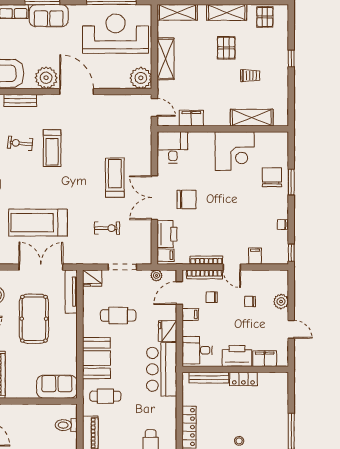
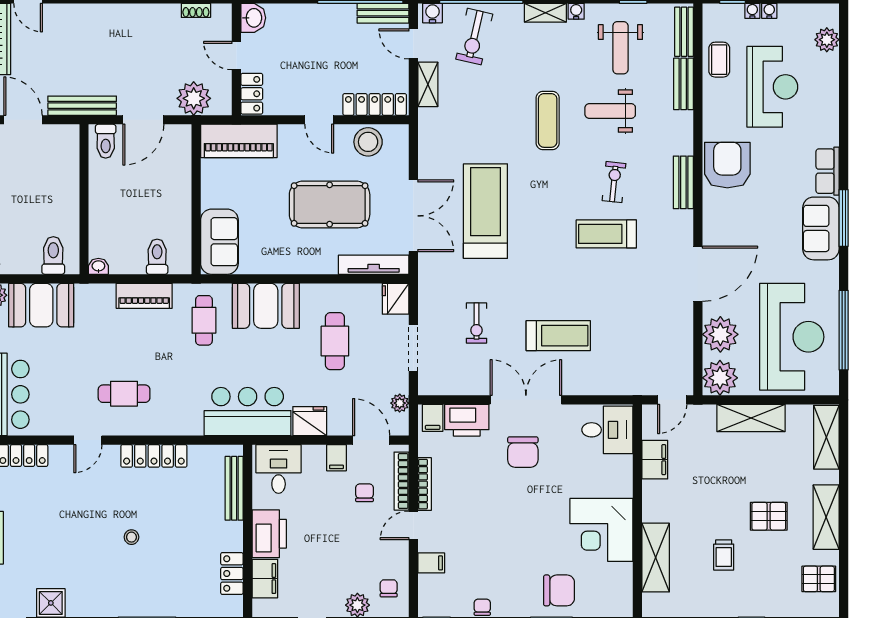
plant: (46, 78) -> (720, 334), moved
chair: (250, 302) -> (389, 588), moved
locker: (243, 379) -> (232, 574), moved

